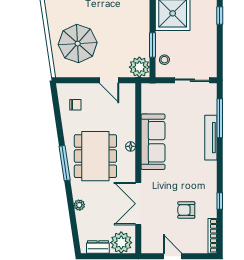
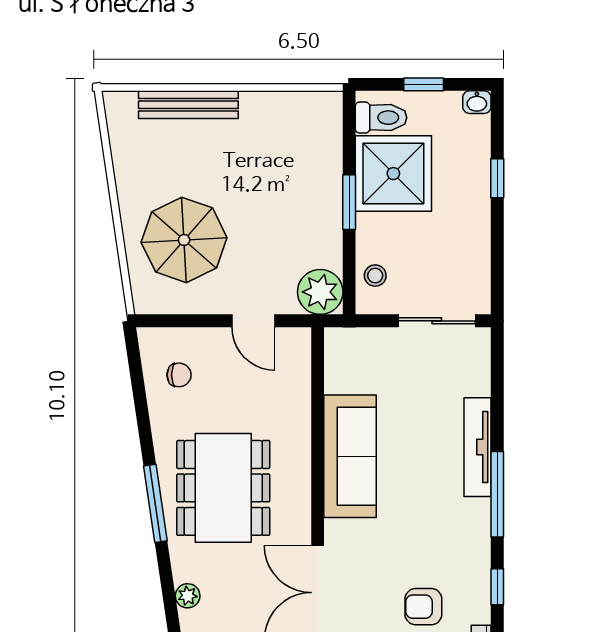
window: (153, 45) -> (349, 202), moved
window: (220, 118) -> (497, 494), moved
floor lamp: (131, 146) -> (301, 467), removed

